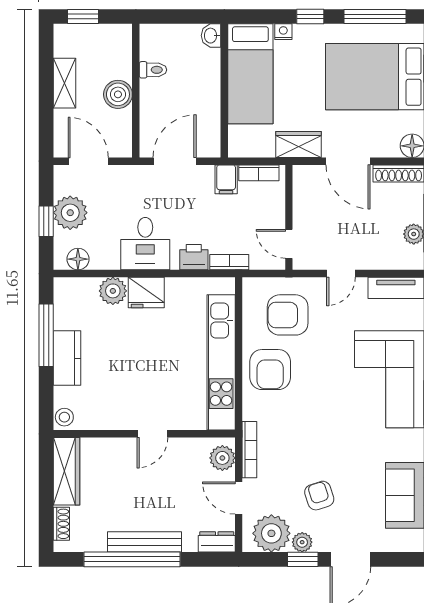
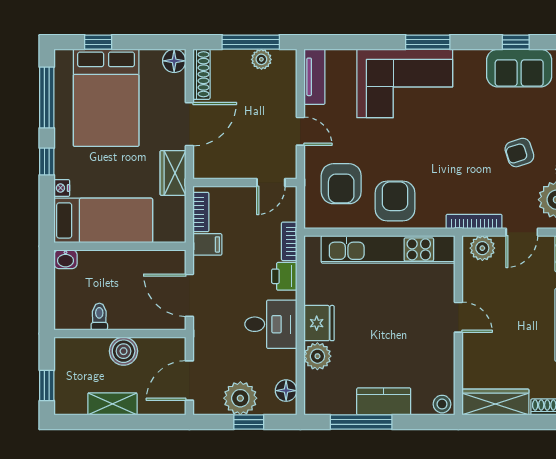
armchair: (270, 370) -> (395, 201), turned -90

